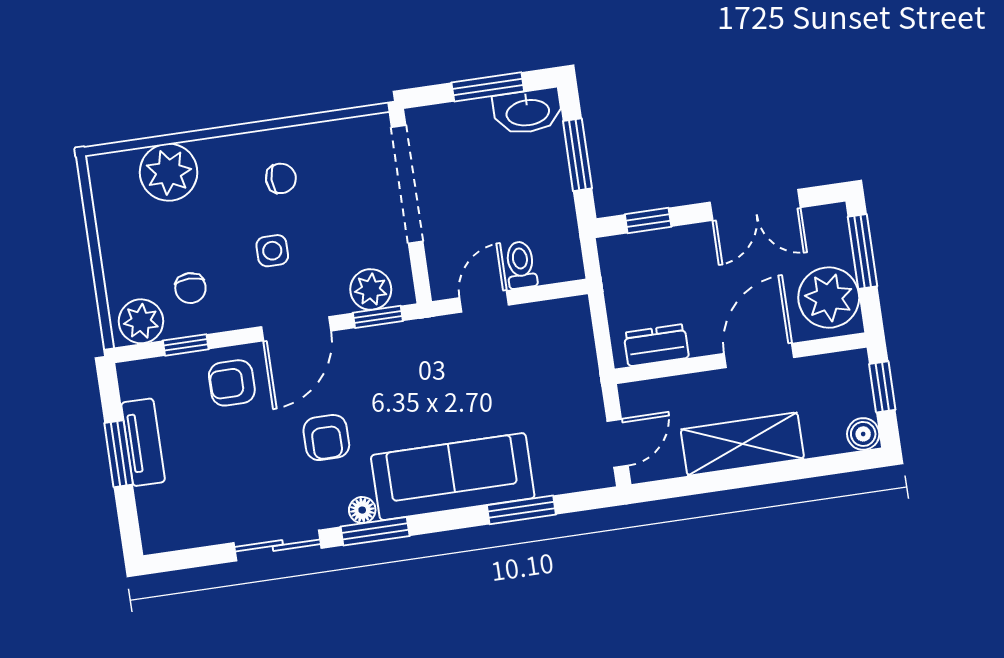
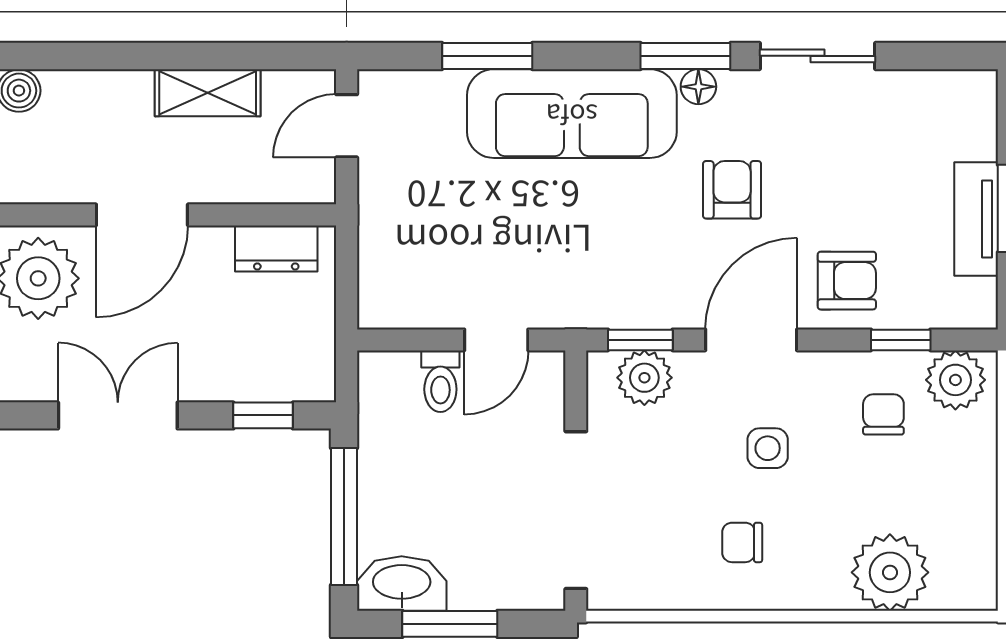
window: (577, 155) -> (344, 516), width x1.44
shelving: (742, 444) -> (208, 93), width x0.67, depth x0.75

